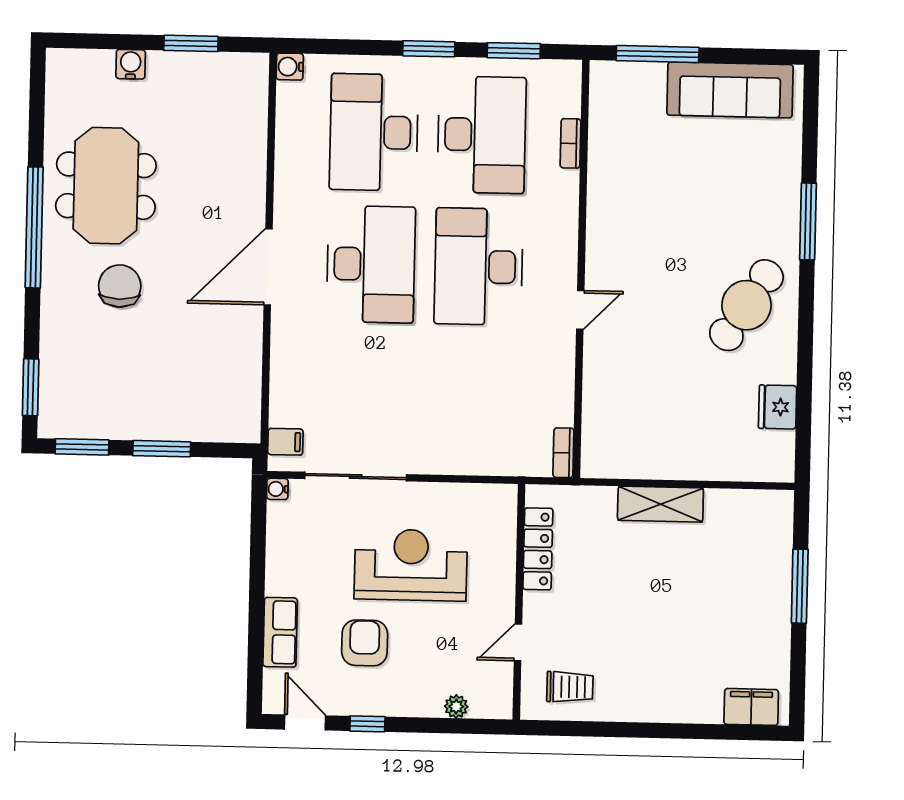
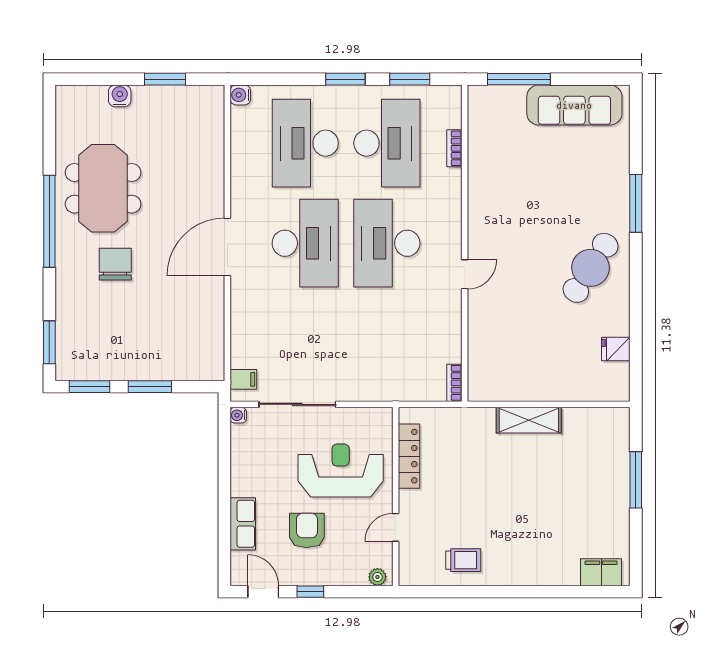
fridge: (778, 407) -> (616, 349), width x0.72
locker: (538, 549) -> (409, 456), moved
wall: (519, 602) -> (396, 497), moved
door: (518, 642) -> (396, 527), moved

